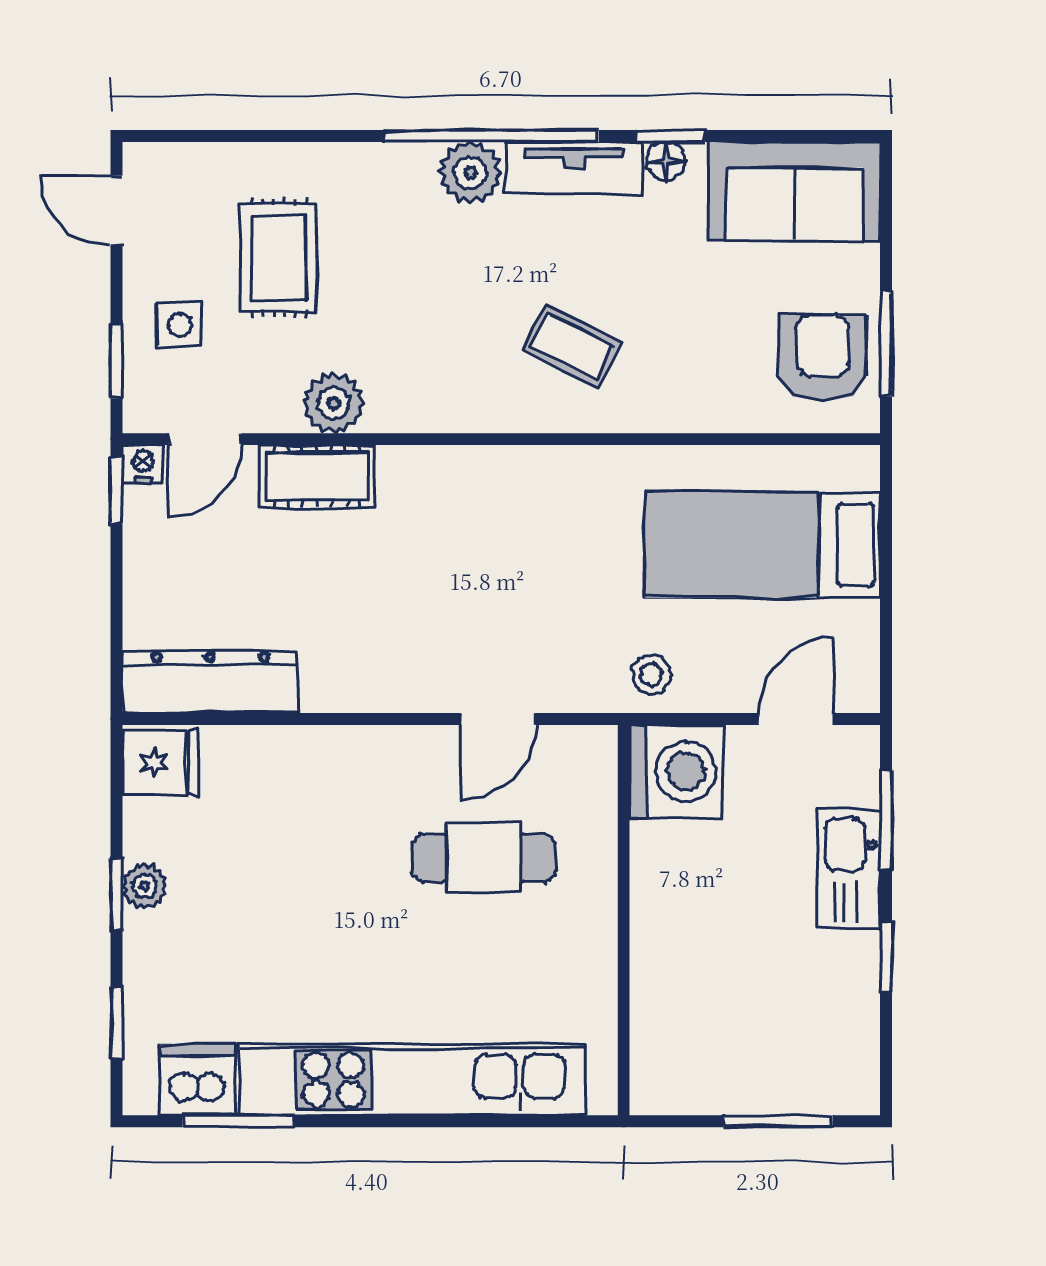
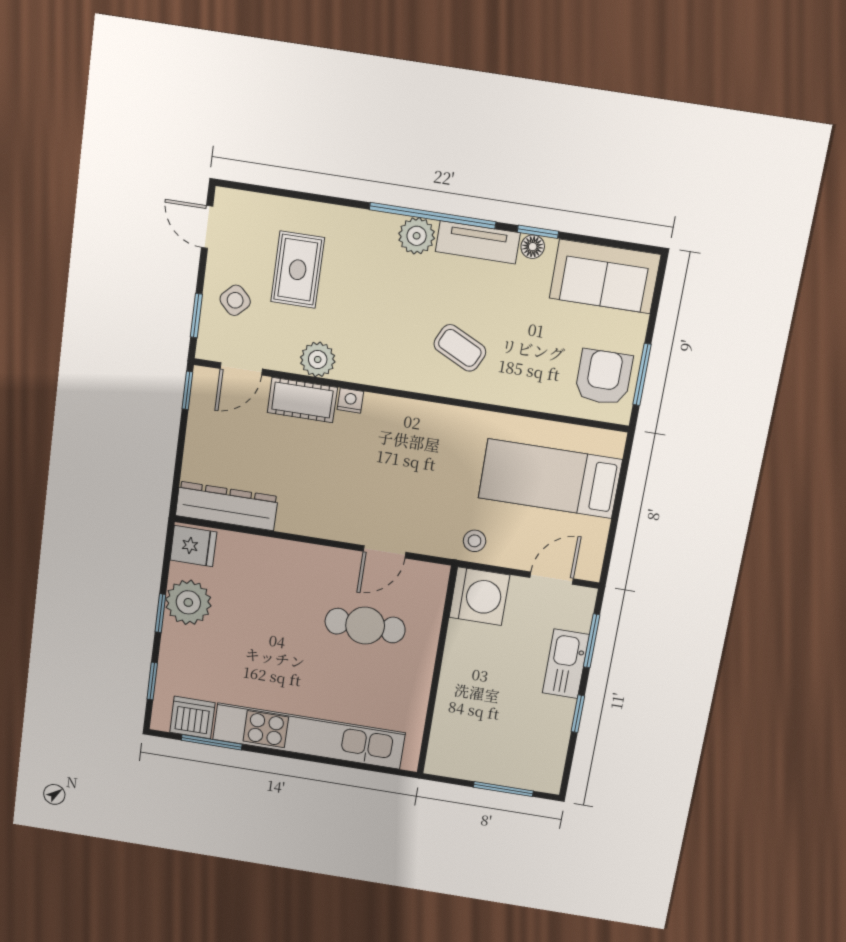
side table: (179, 325) -> (235, 300), turned 45
nightstand: (143, 464) -> (350, 401), moved
plant: (145, 886) -> (188, 602), width x1.88, depth x1.88

